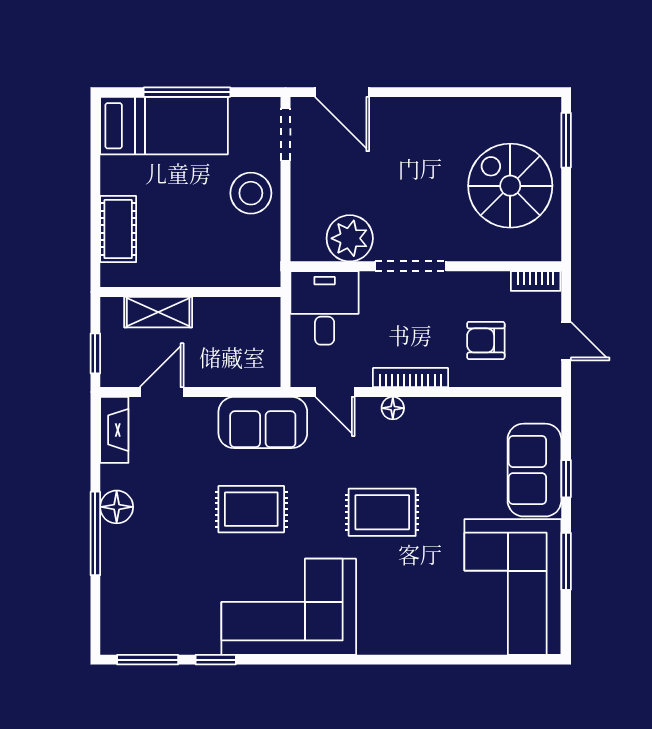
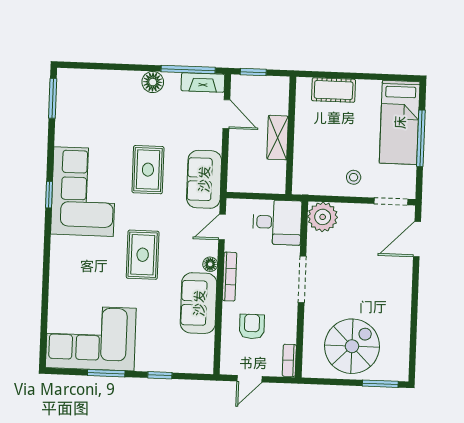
stool: (251, 193) -> (354, 177), width x0.53, depth x0.53
plant: (350, 238) -> (323, 217), moved
shelving: (158, 312) -> (278, 138), moved
sofa: (534, 470) -> (199, 303), moved, turned -90
window: (95, 533) -> (188, 70), moved
window: (216, 660) -> (49, 195), moved

